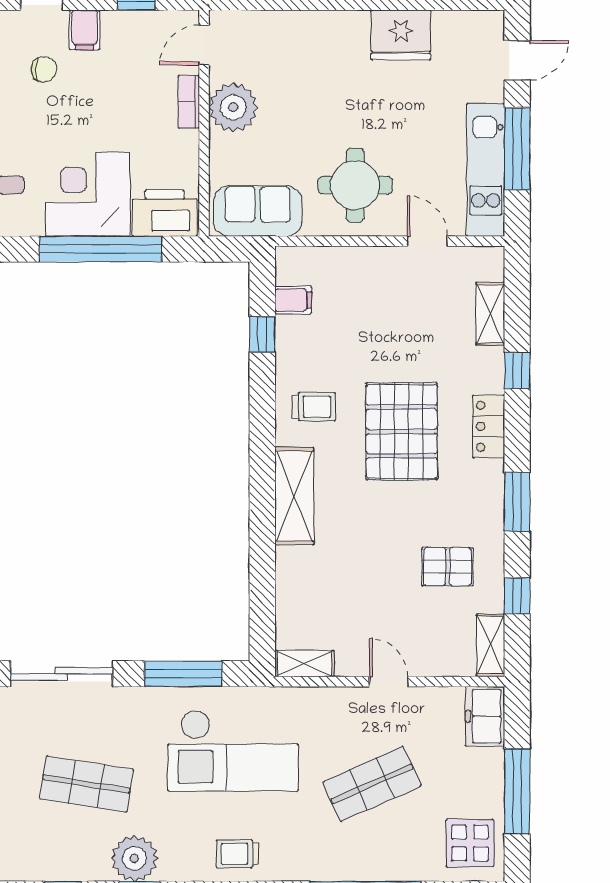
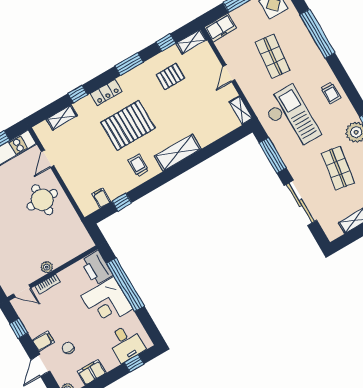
plant: (233, 107) -> (47, 267), width x0.53, depth x0.53
sofa: (258, 211) -> (75, 232), removed
pallet: (447, 567) -> (170, 76), turned 90
shop shelf: (372, 784) -> (273, 56), turned 30

